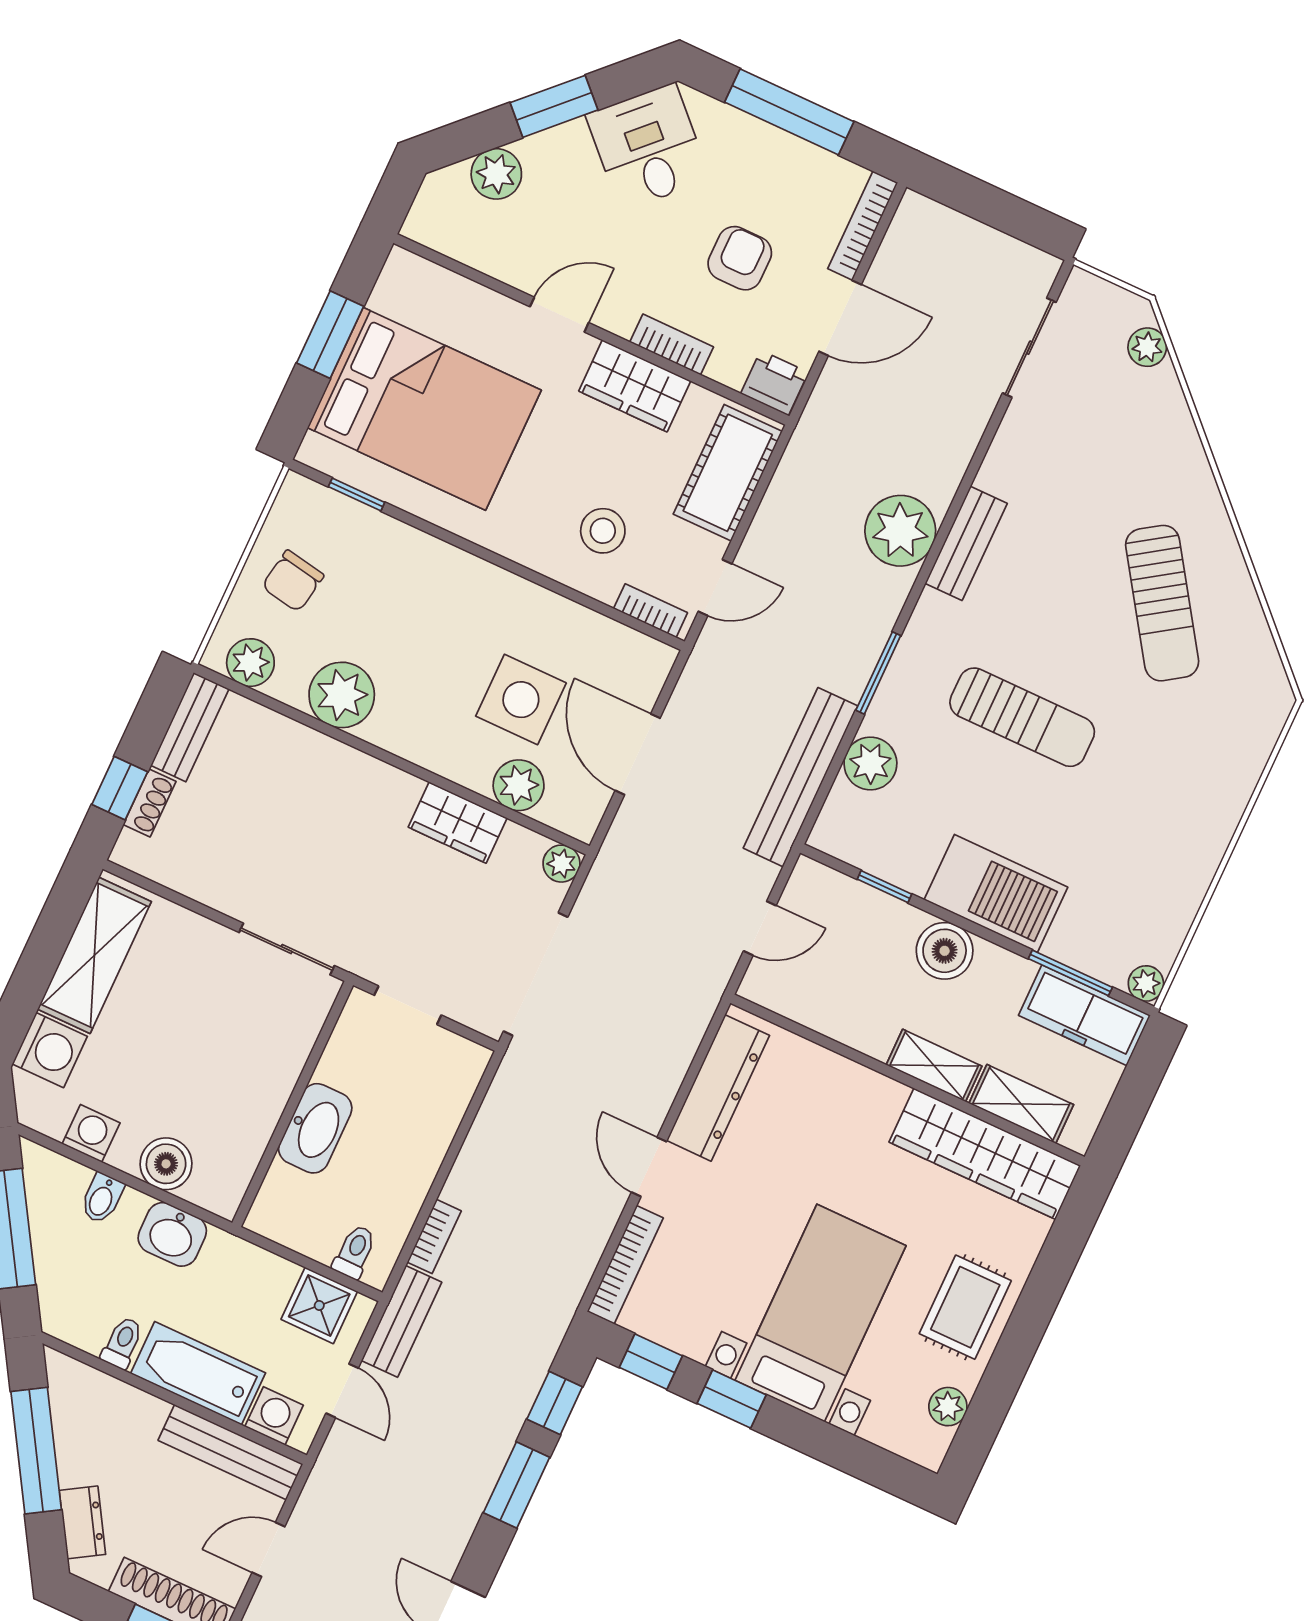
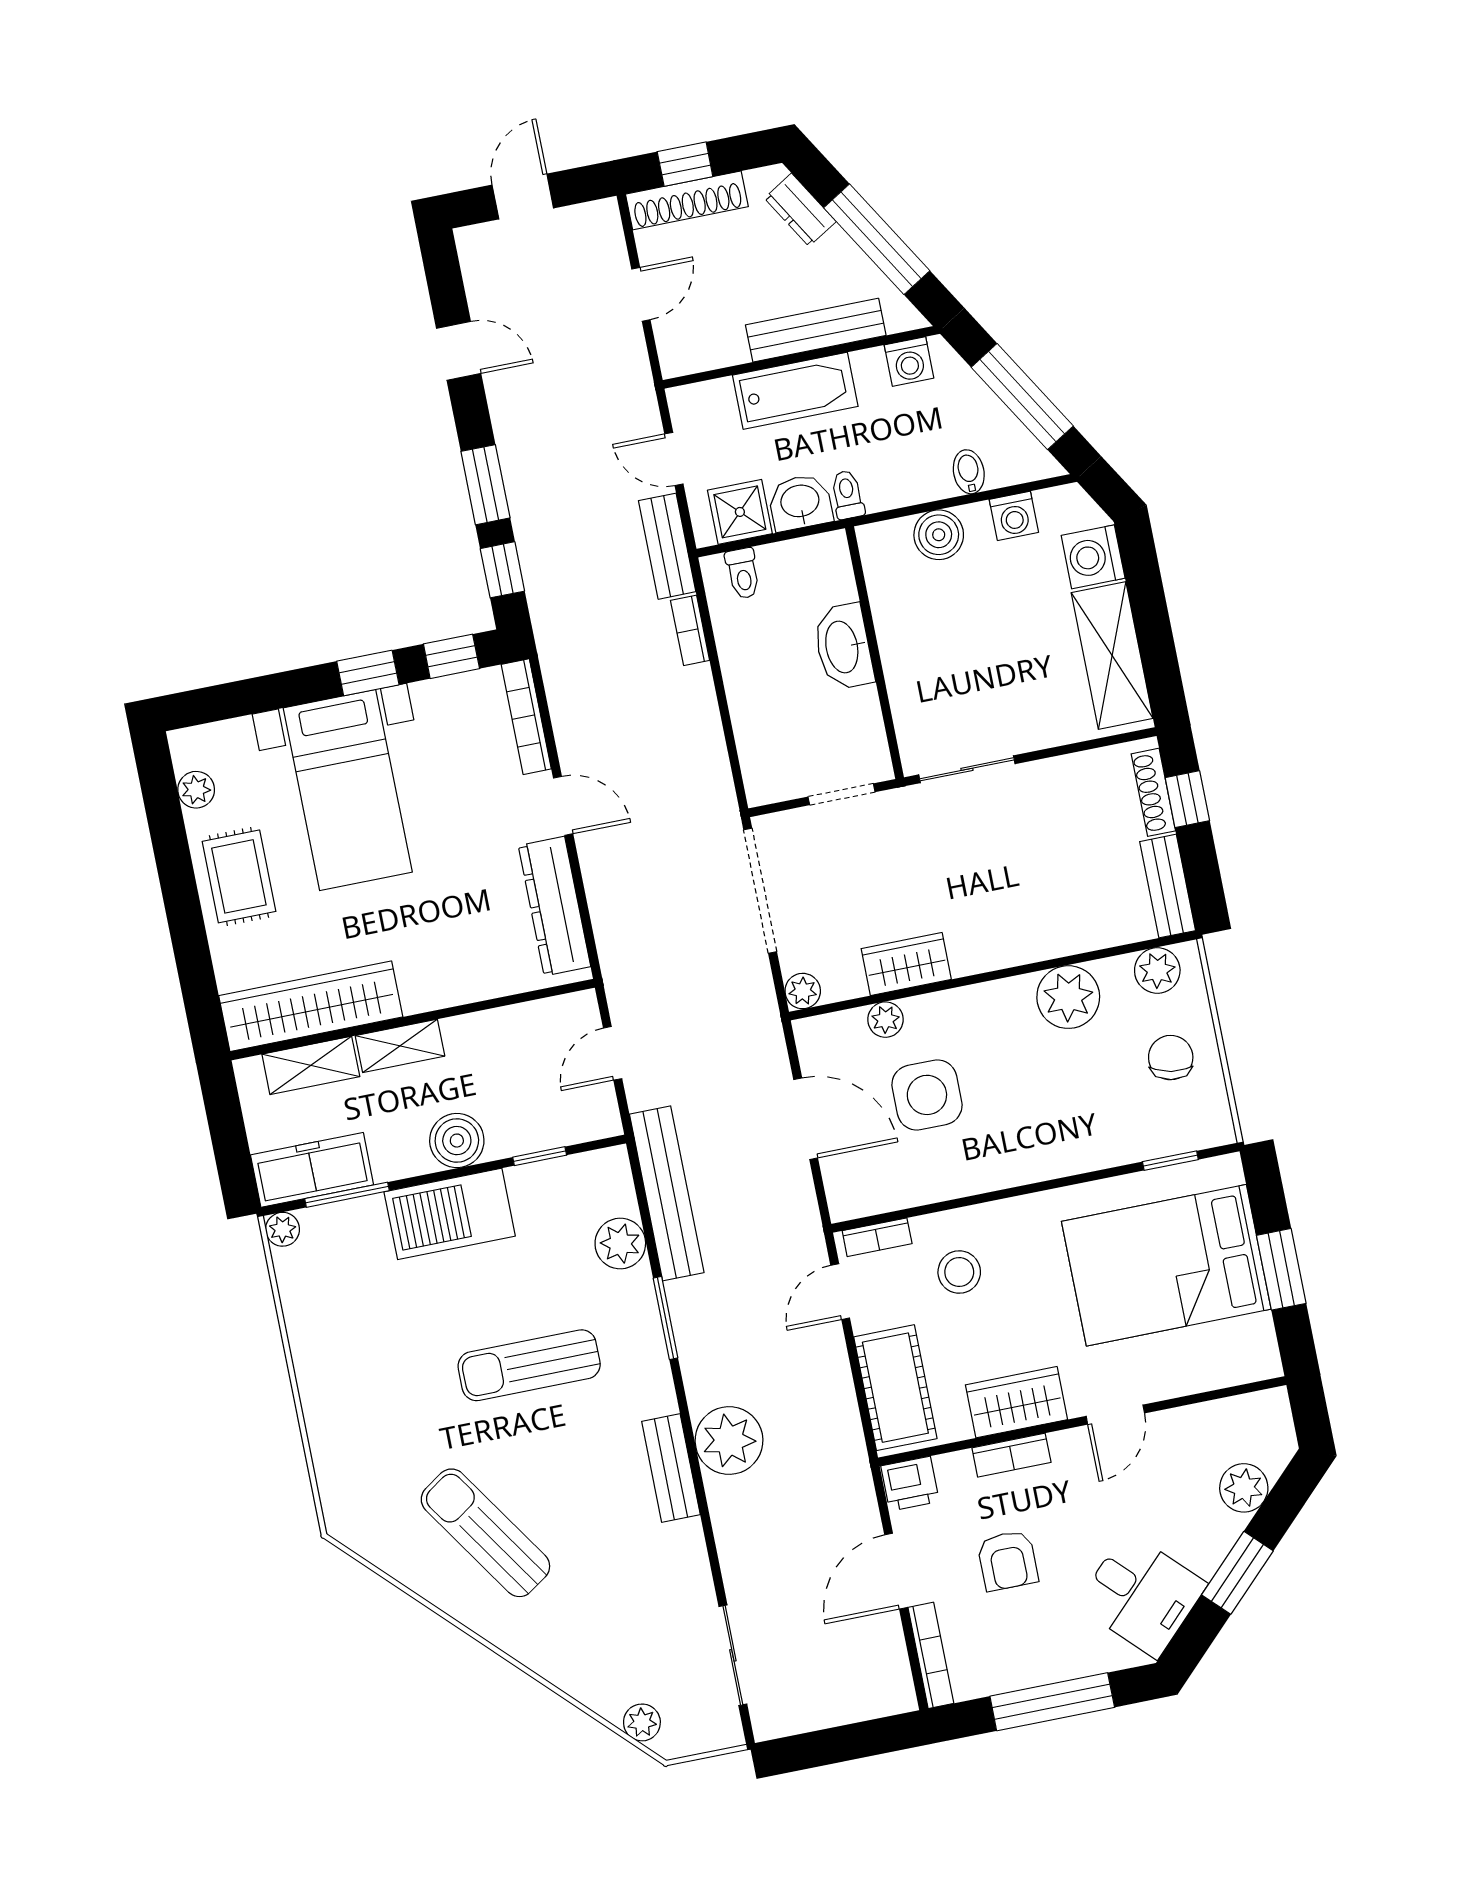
plant: (519, 785) -> (885, 1020), width x0.73, depth x0.73
shoe rack: (150, 803) -> (1153, 792), width x1.43
washbasin: (172, 1234) -> (800, 502), moved
toilet: (122, 1343) -> (847, 495), moved, turned 180
washing machine: (274, 1416) -> (909, 361), moved
bench: (231, 1452) -> (816, 330), moved

